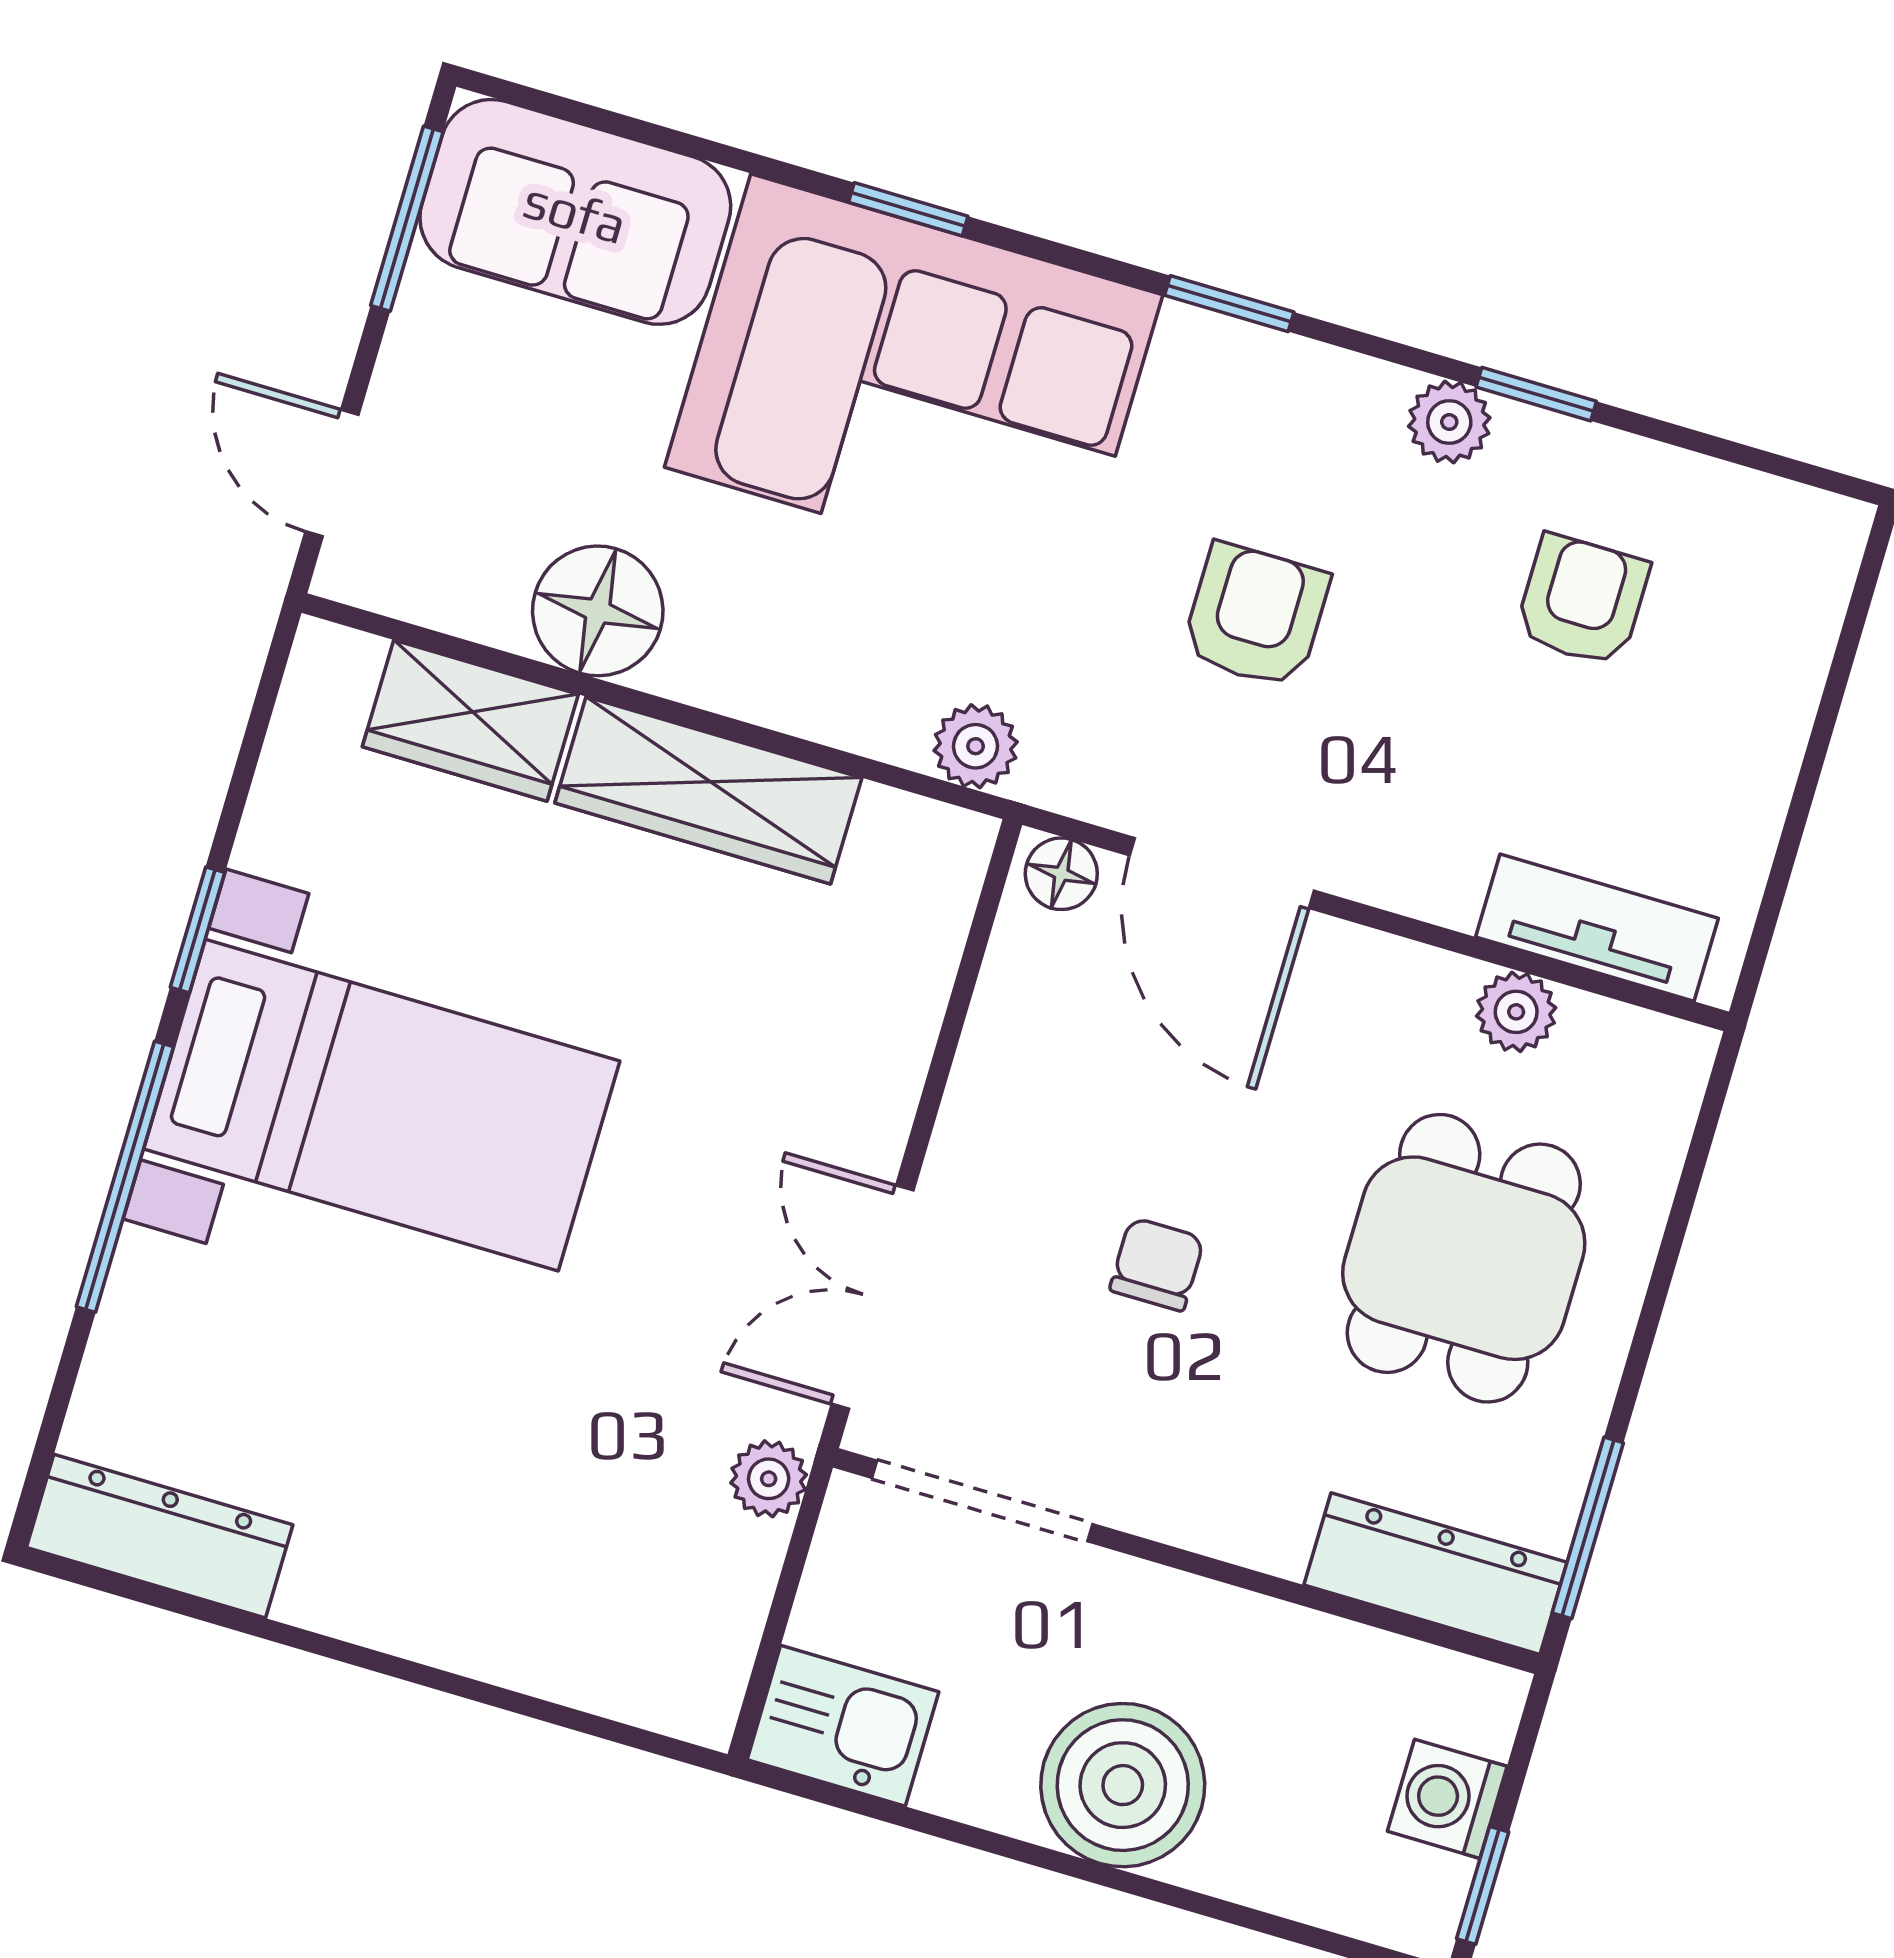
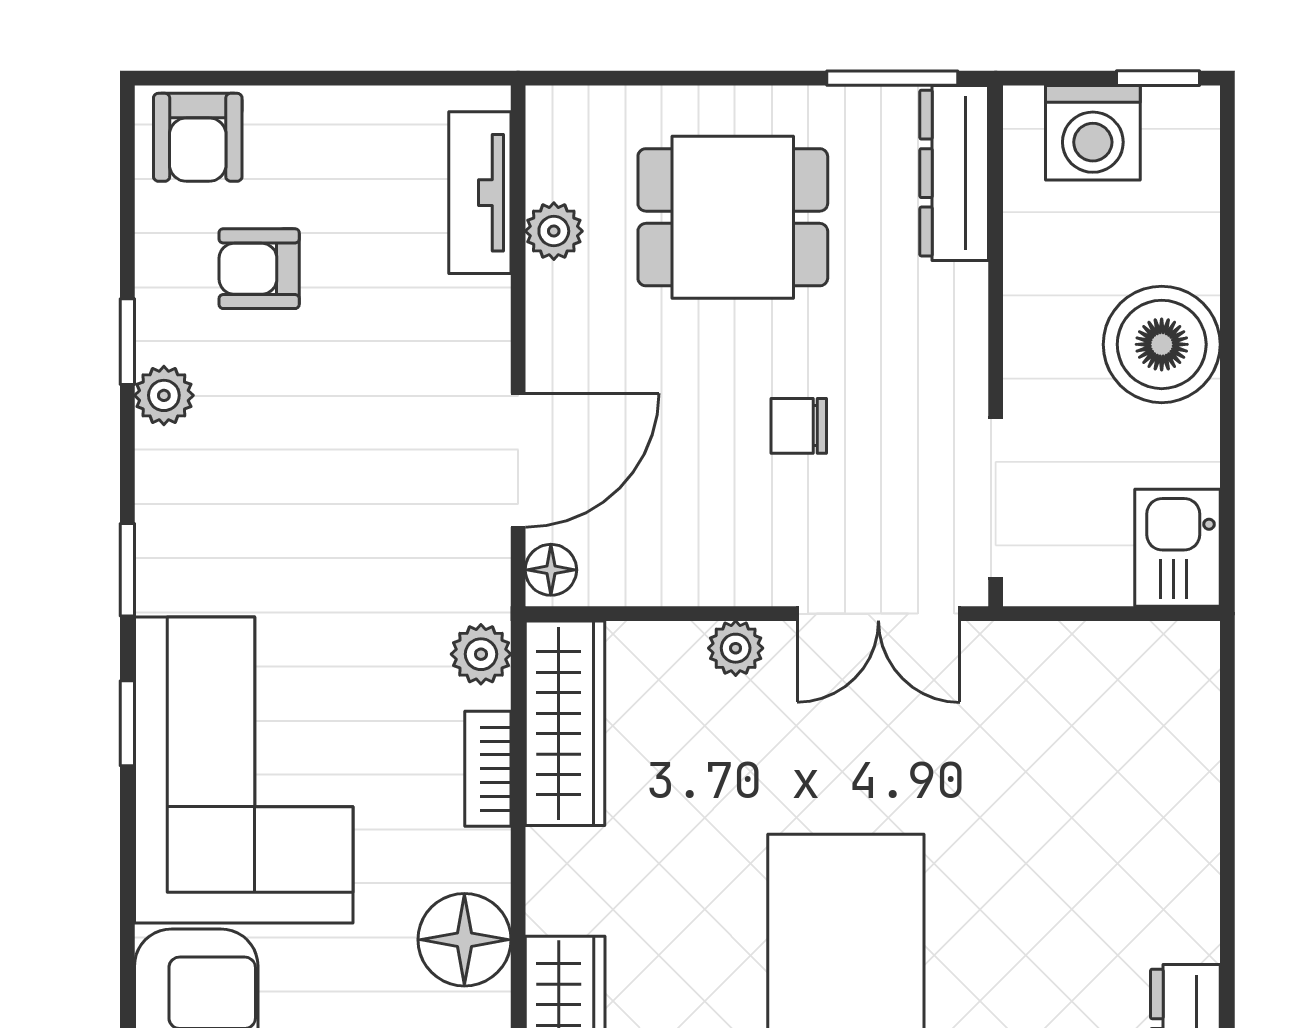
window: (908, 209) -> (127, 723), moved
armchair: (1255, 616) -> (198, 137), moved, turned -90
bookcase: (819, 710) -> (488, 769), added
wardrobe: (708, 790) -> (565, 723), moved
plant: (769, 1479) -> (736, 648), moved
washing machine: (1447, 1799) -> (1093, 133), width x1.38, depth x1.38

